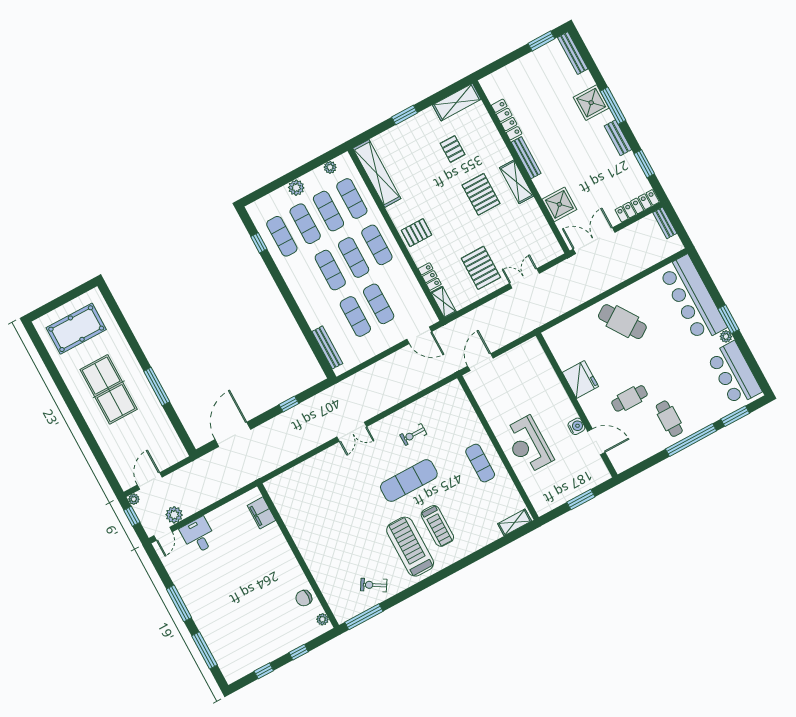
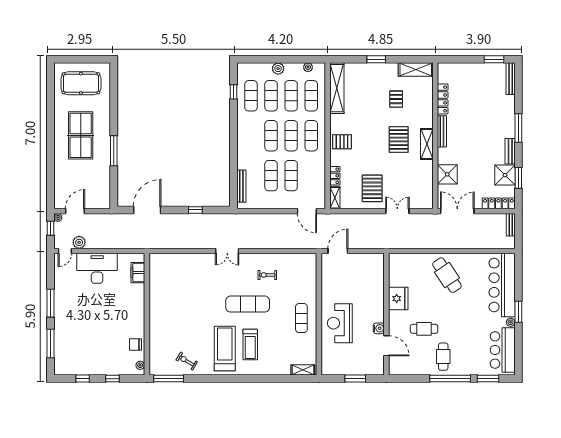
shower: (591, 103) -> (505, 175), moved
desk: (198, 536) -> (97, 268), width x1.87, depth x1.30

